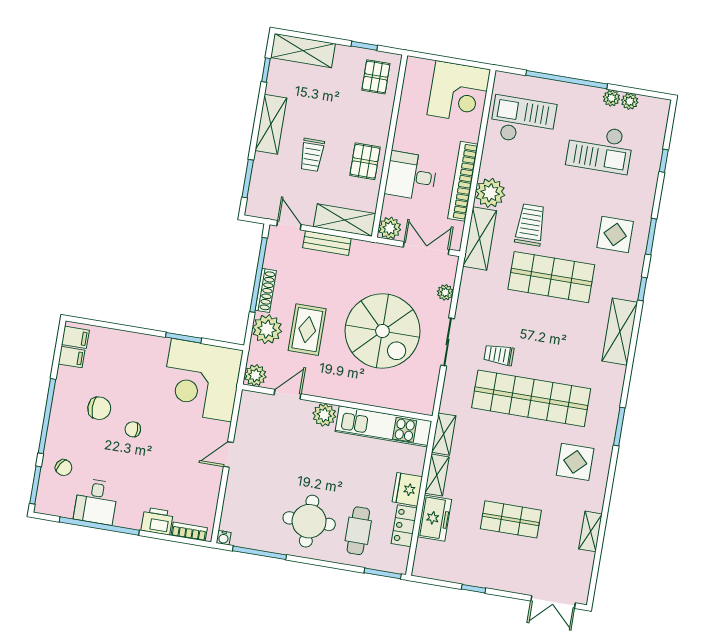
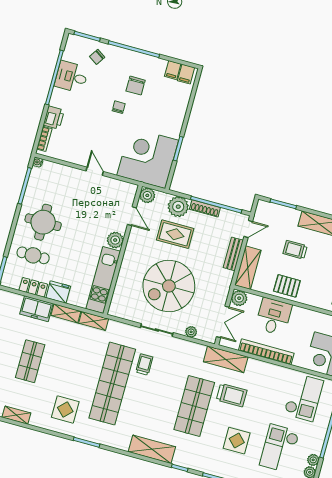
plant: (490, 193) -> (256, 370), removed
display table: (615, 234) -> (237, 441), moved

